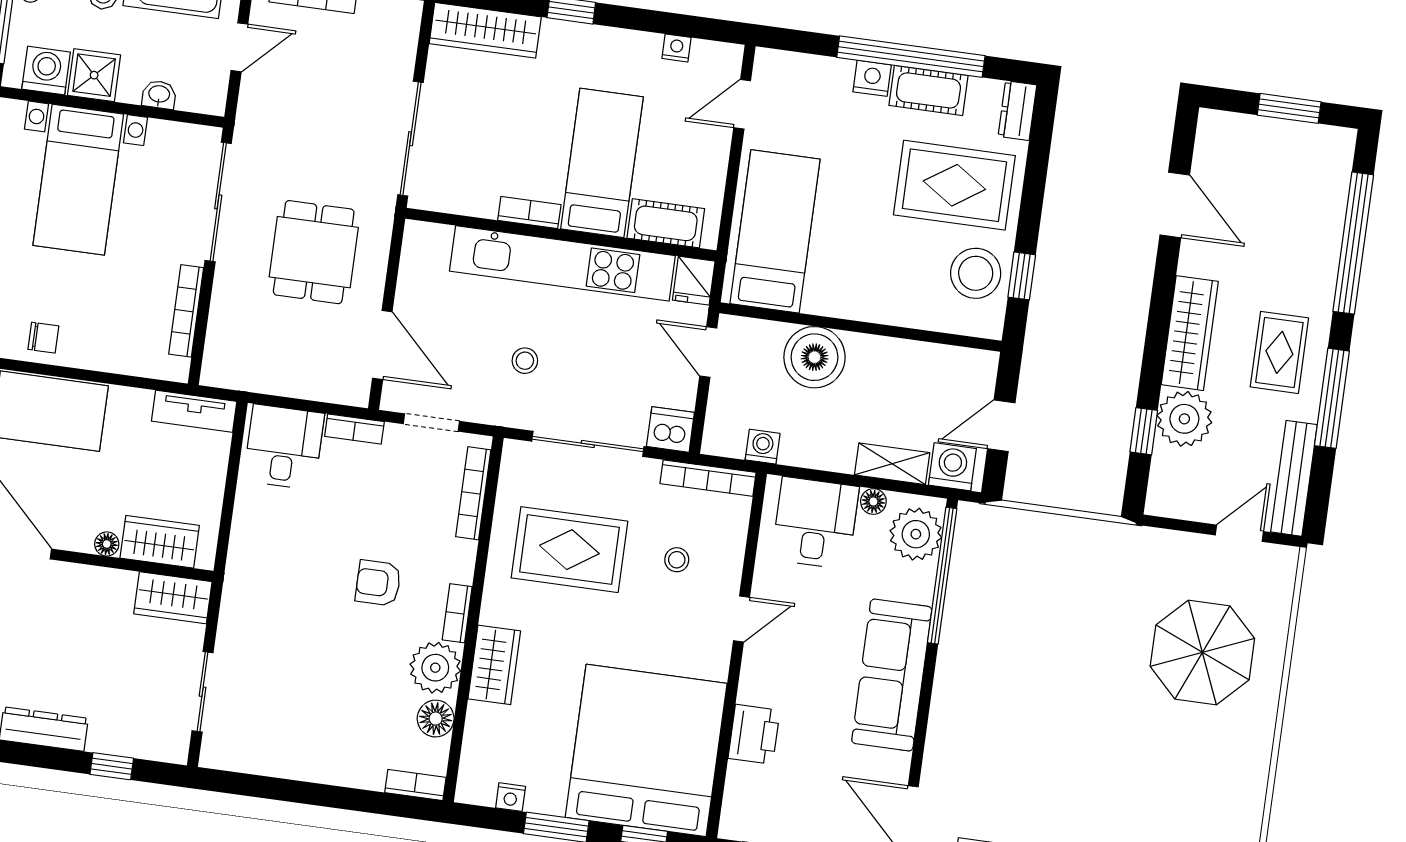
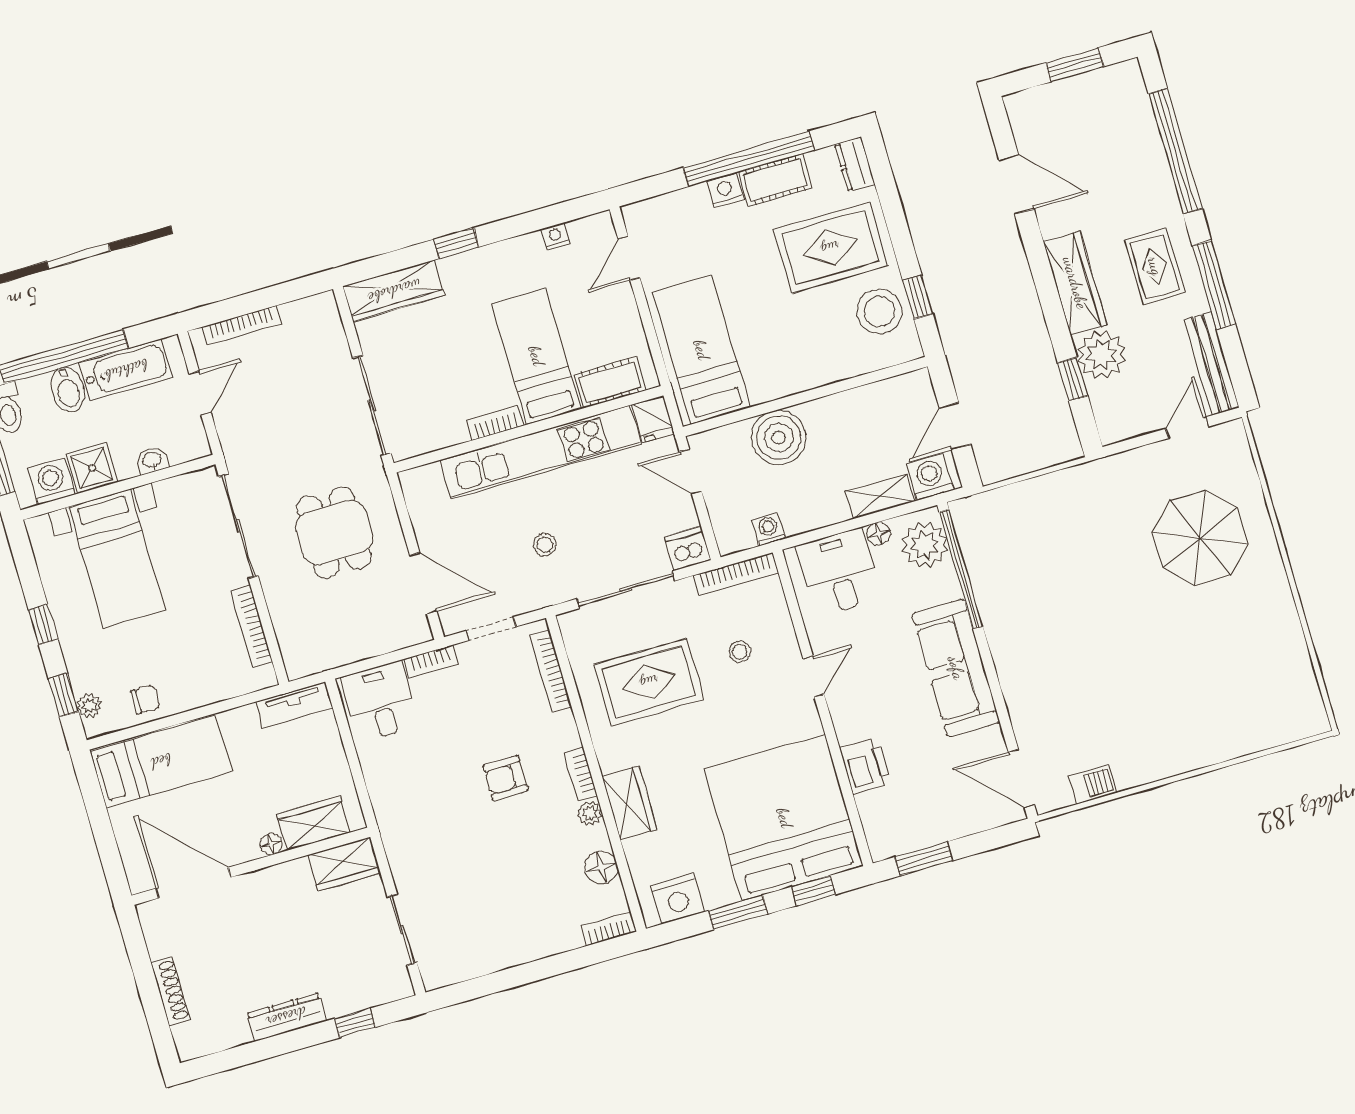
plant: (435, 668) -> (590, 813), width x0.53, depth x0.53
nightstand: (511, 797) -> (678, 899), width x1.89, depth x1.79

